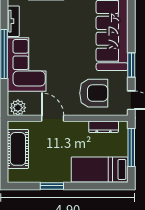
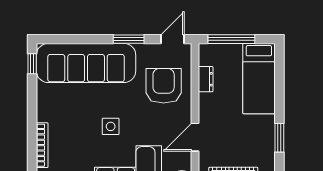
side table: (61, 51) -> (111, 126), added
dresser: (104, 127) -> (206, 79), width x0.70

